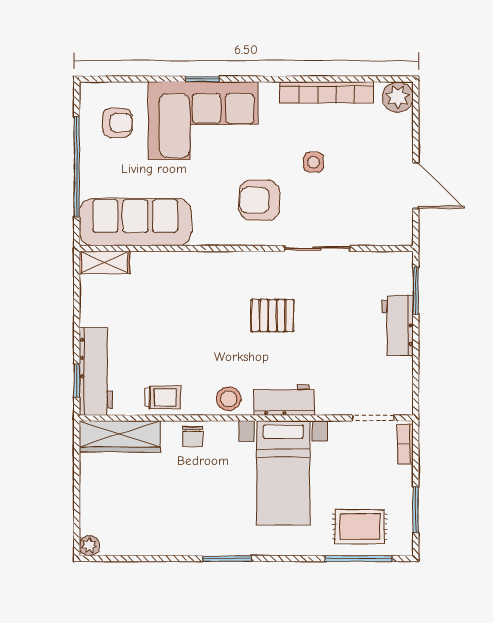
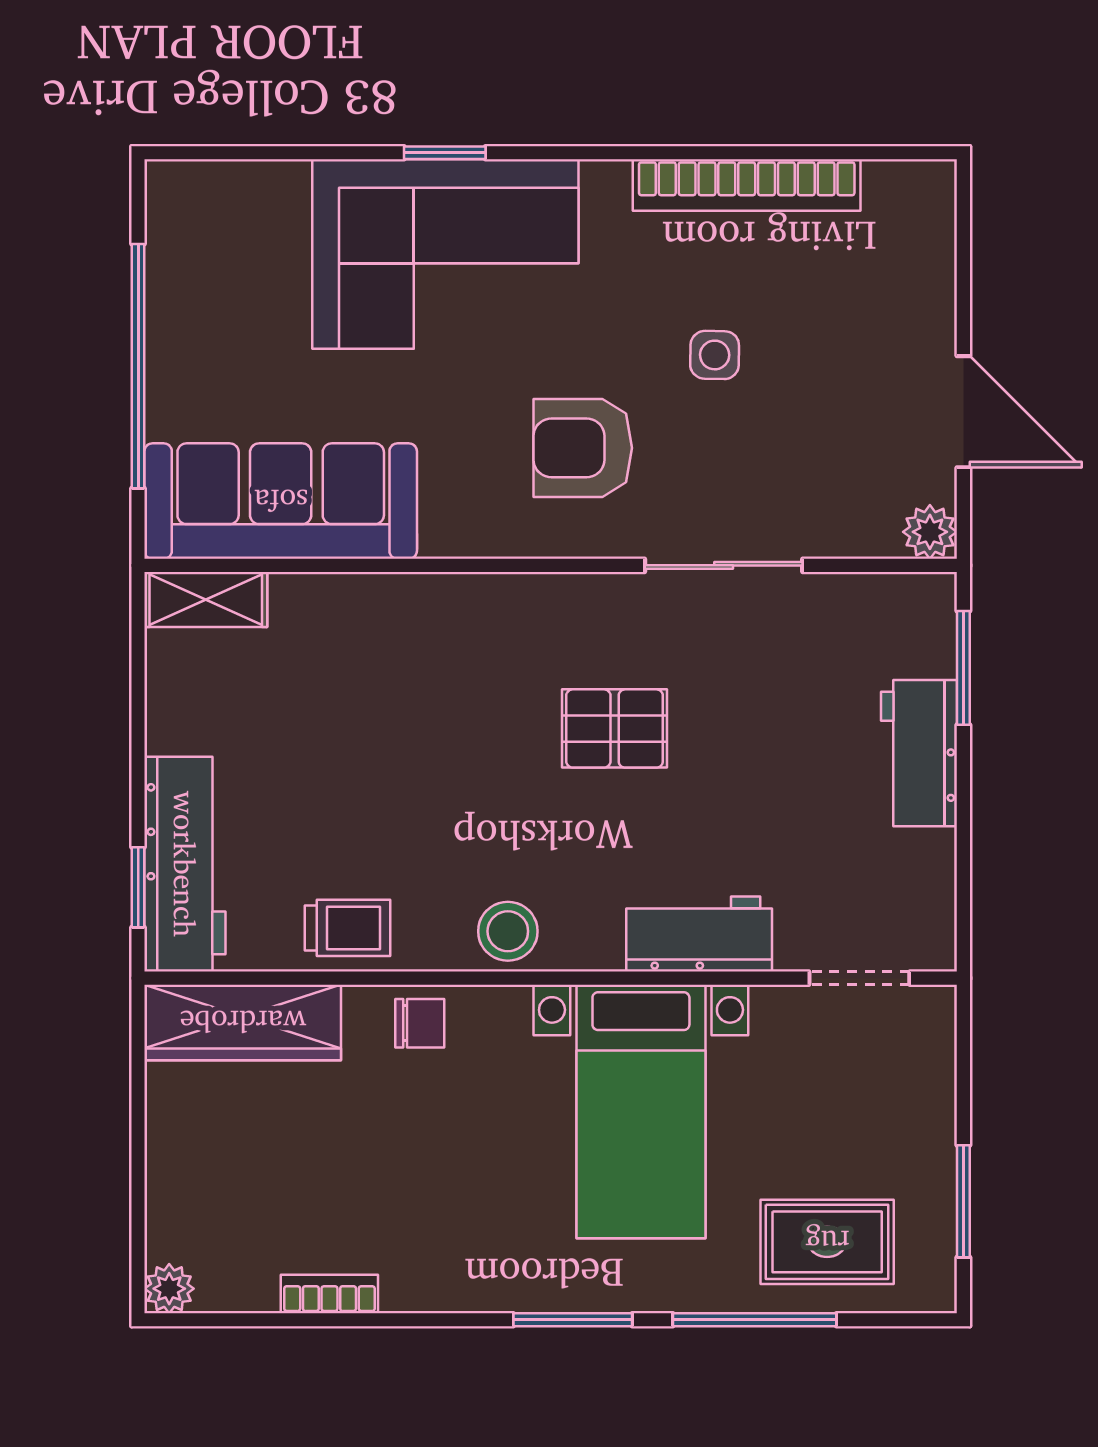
plant: (398, 97) -> (930, 532), moved, width x0.73, depth x0.73
armchair: (117, 123) -> (237, 259), removed
workbench: (284, 400) -> (699, 934), moved
chair: (192, 437) -> (420, 1023), turned -90
bookcase: (405, 444) -> (329, 1294), moved, turned 90
window: (227, 558) -> (573, 1320), moved
window: (359, 558) -> (755, 1320), moved

